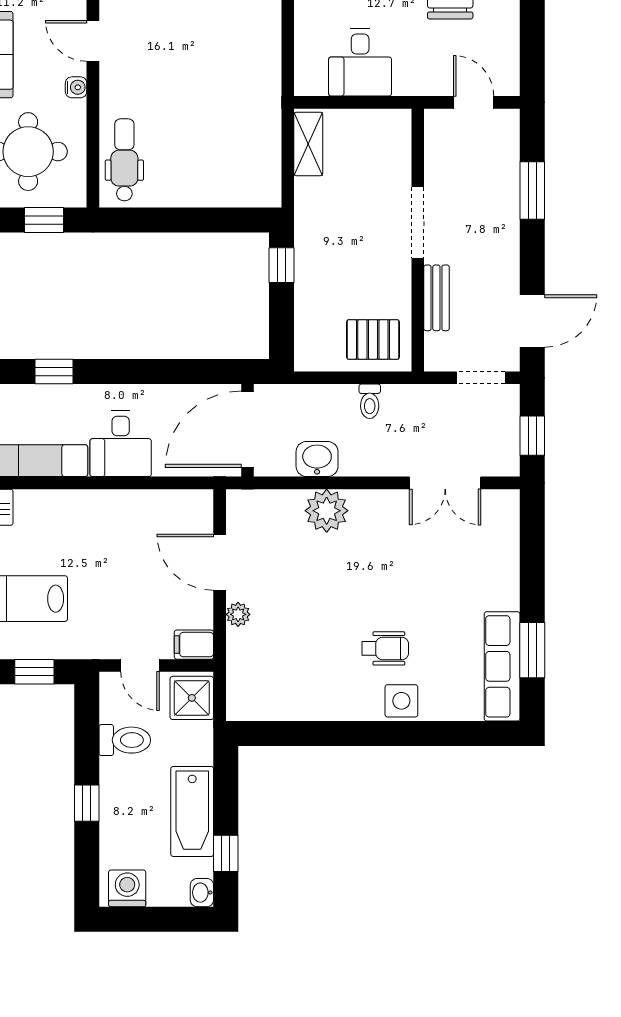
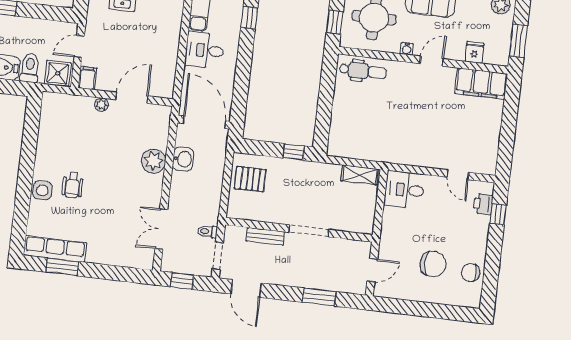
desk: (360, 62) -> (404, 190), moved
pallet: (373, 339) -> (250, 179), moved, turned 90
toilet: (370, 401) -> (207, 231), moved
toilet: (125, 740) -> (30, 68), moved, turned 180

